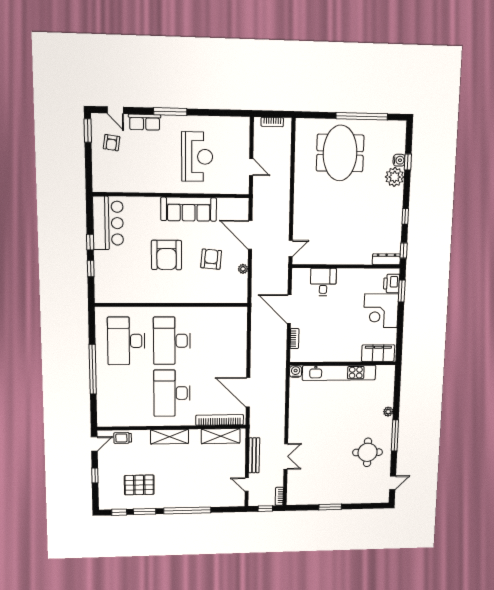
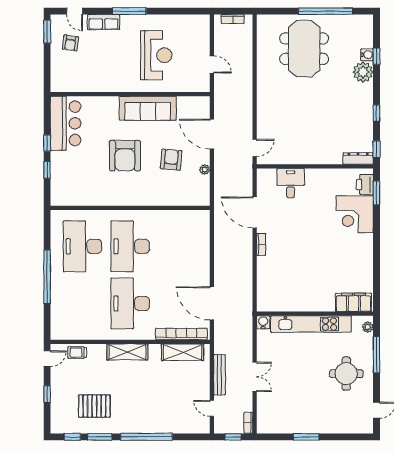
filing cabinet: (378, 353) -> (353, 302), moved
wall: (343, 363) -> (315, 314), moved
water cooler: (296, 371) -> (263, 322), moved
kitchen unit: (339, 373) -> (311, 324), moved

